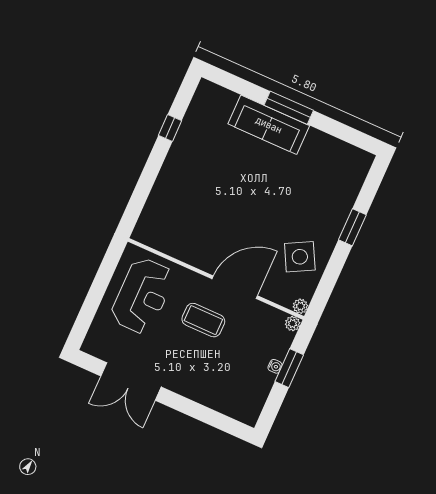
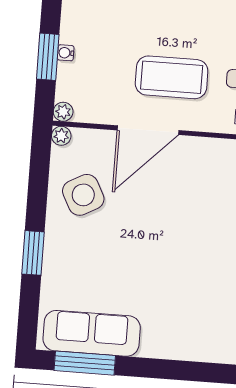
window: (289, 108) -> (85, 363), moved
sofa: (269, 125) -> (92, 333), moved
coffee table: (203, 320) -> (172, 77), width x1.36, depth x1.32

